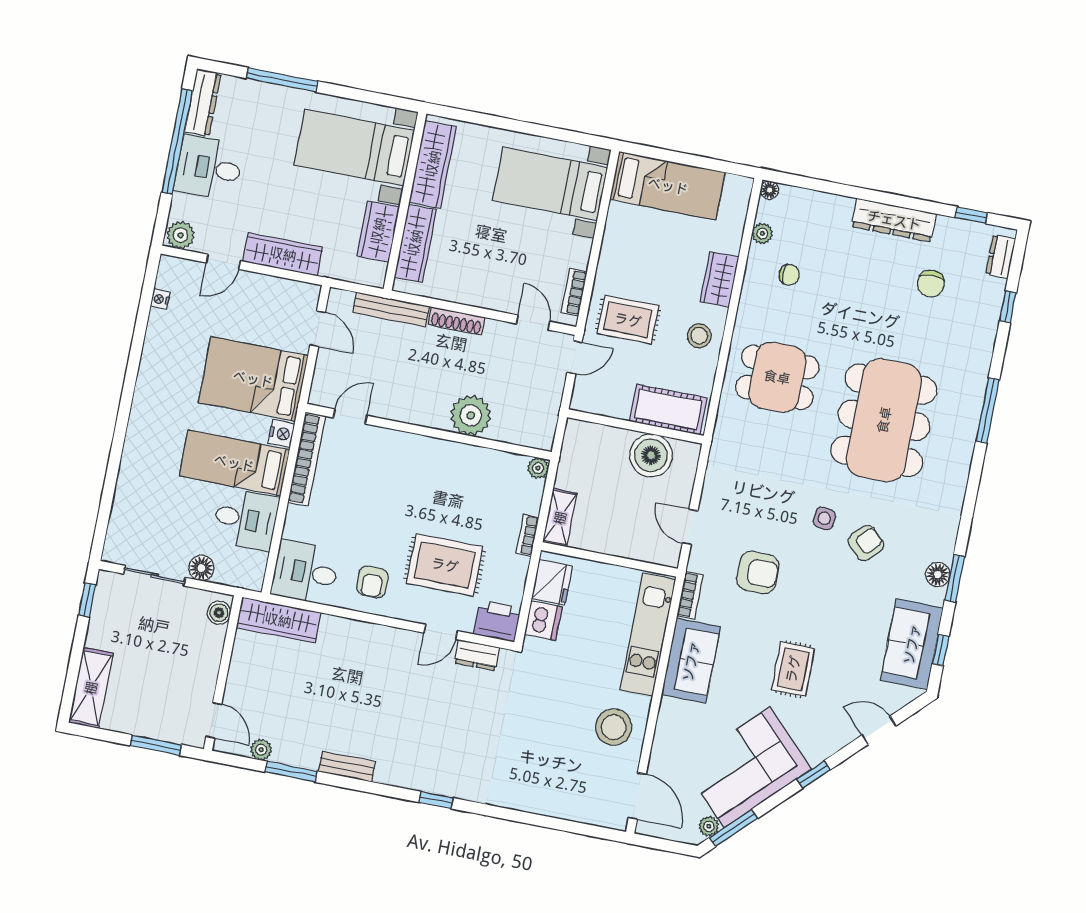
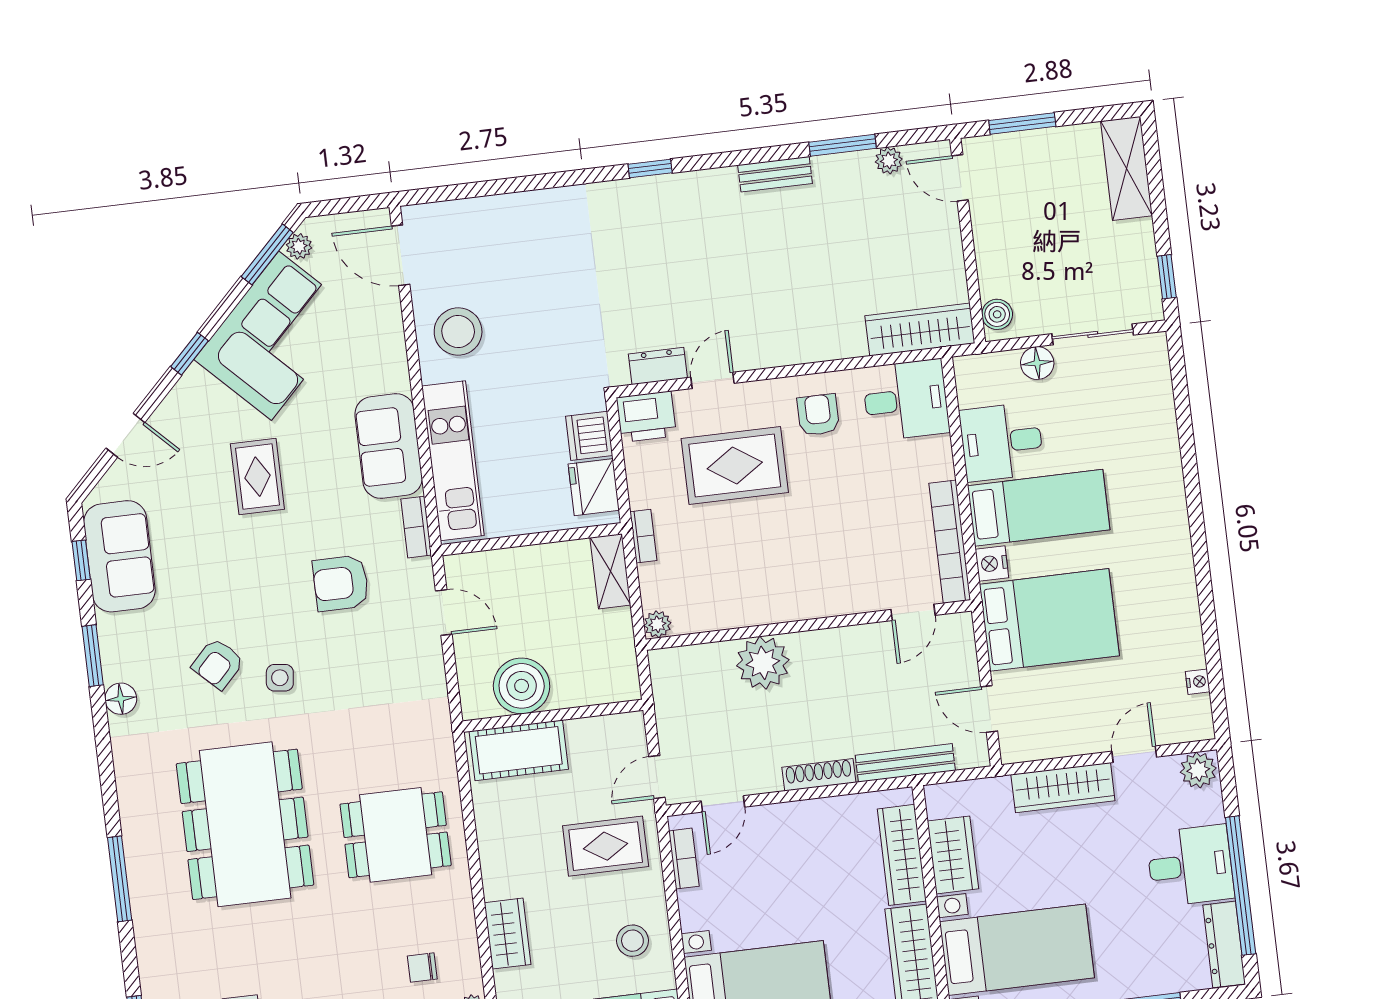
door: (533, 323) -> (723, 804), hinge flipped
stool: (699, 336) -> (632, 941), moved
floor lamp: (938, 575) -> (121, 699), moved

